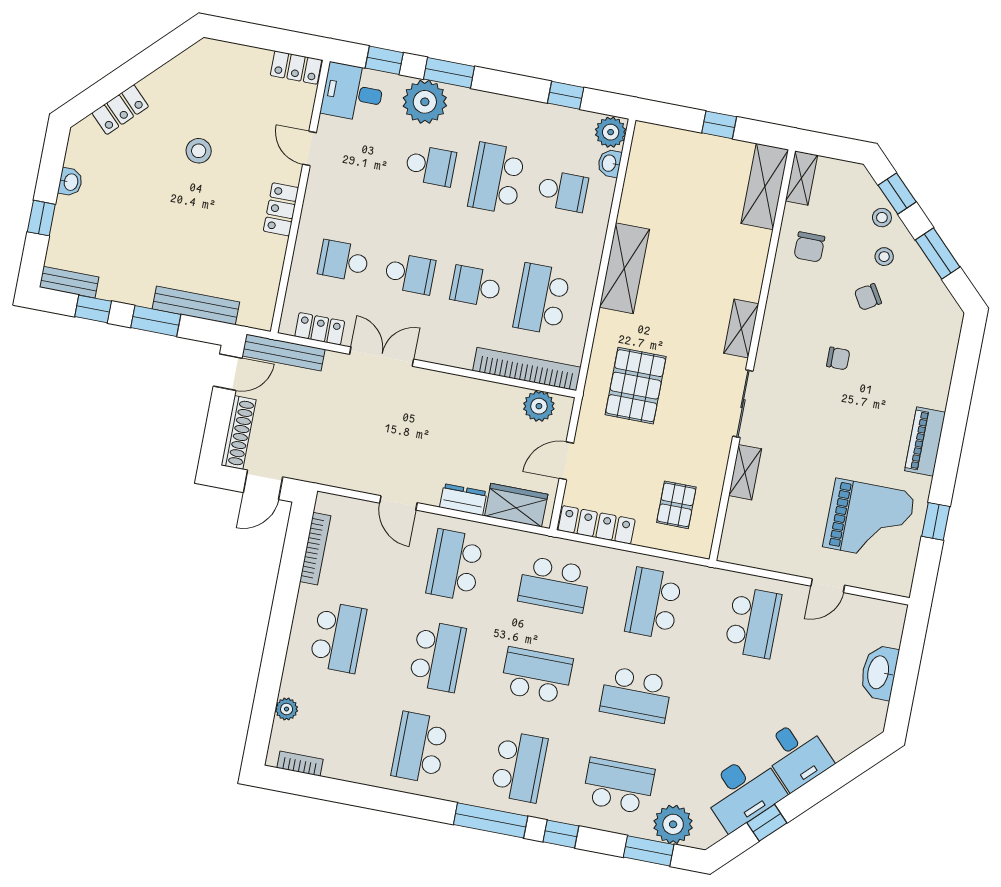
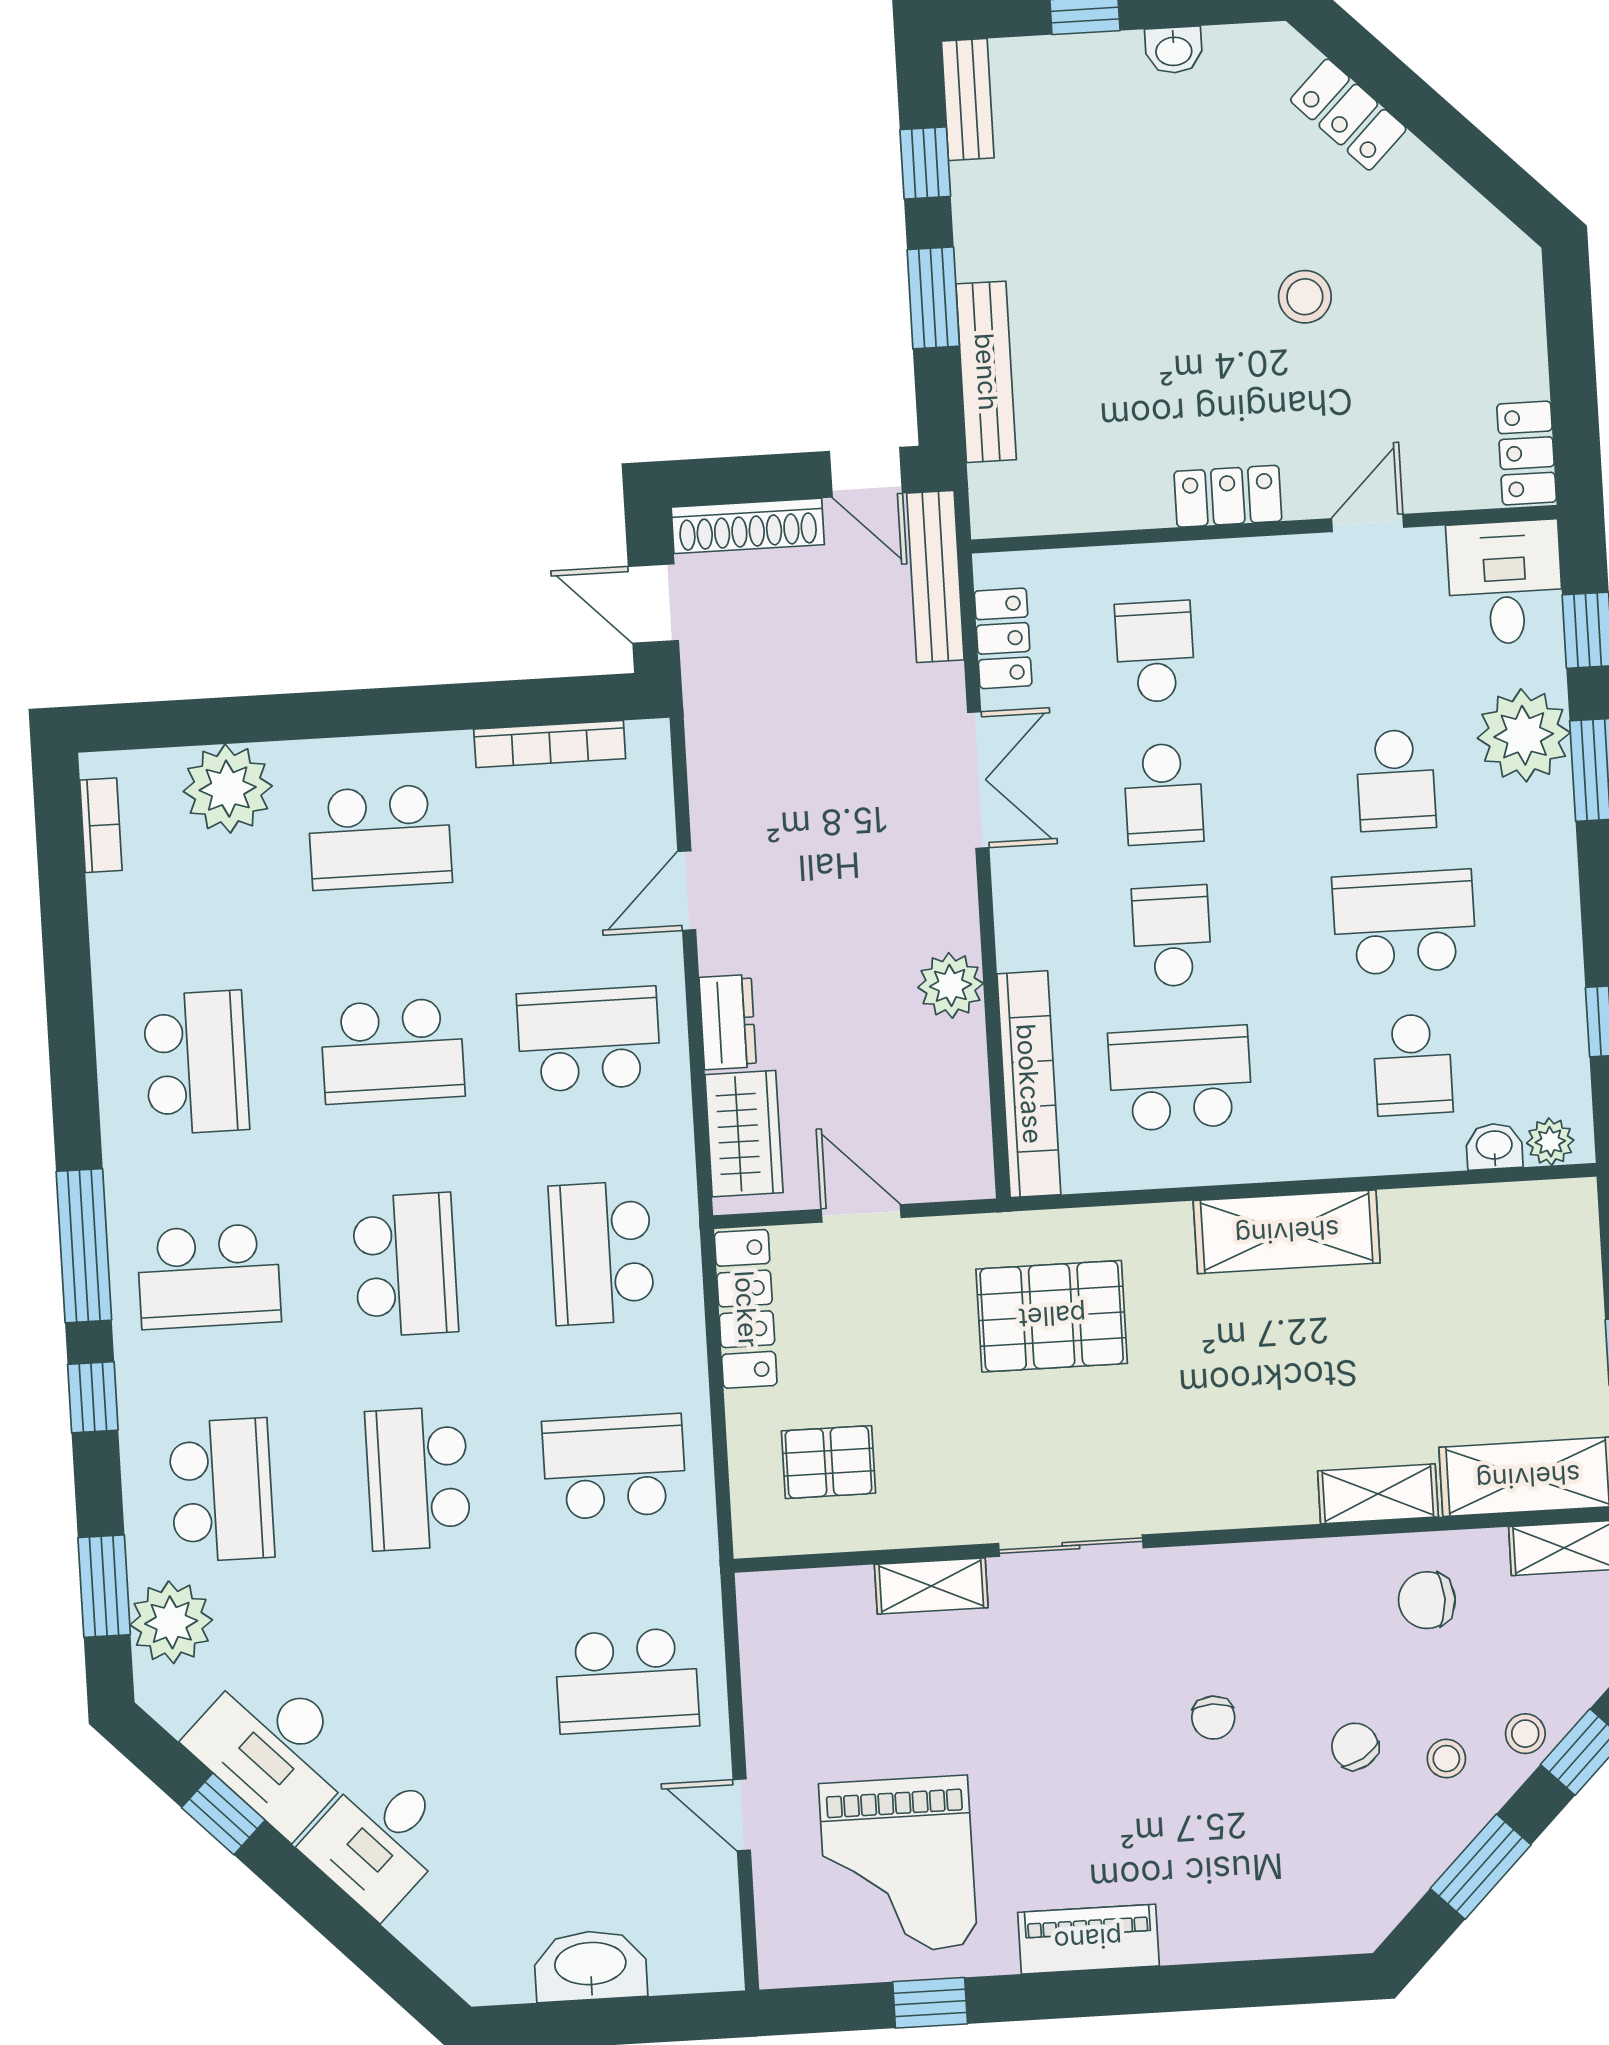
plant: (611, 132) -> (1550, 1142), width x0.73, depth x0.73
shelving: (741, 329) -> (1378, 1494), moved
plant: (539, 406) -> (950, 985), moved
plant: (287, 709) -> (228, 789), width x1.88, depth x1.88
school desk: (420, 748) -> (196, 1063), turned 90

